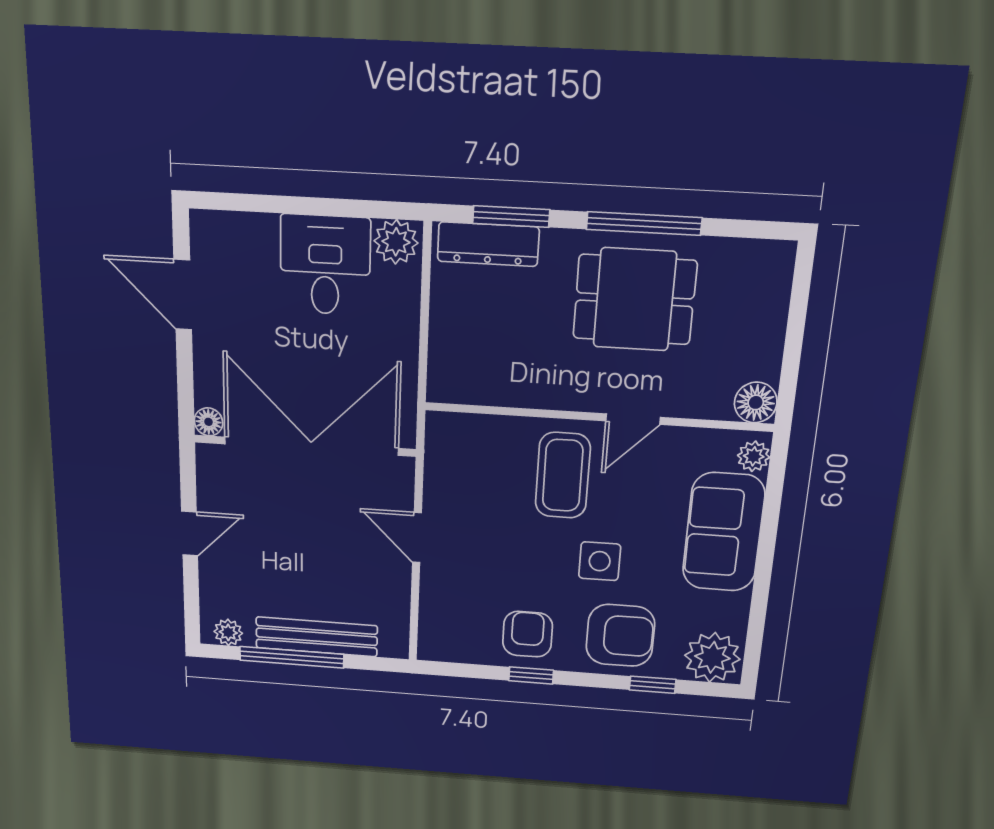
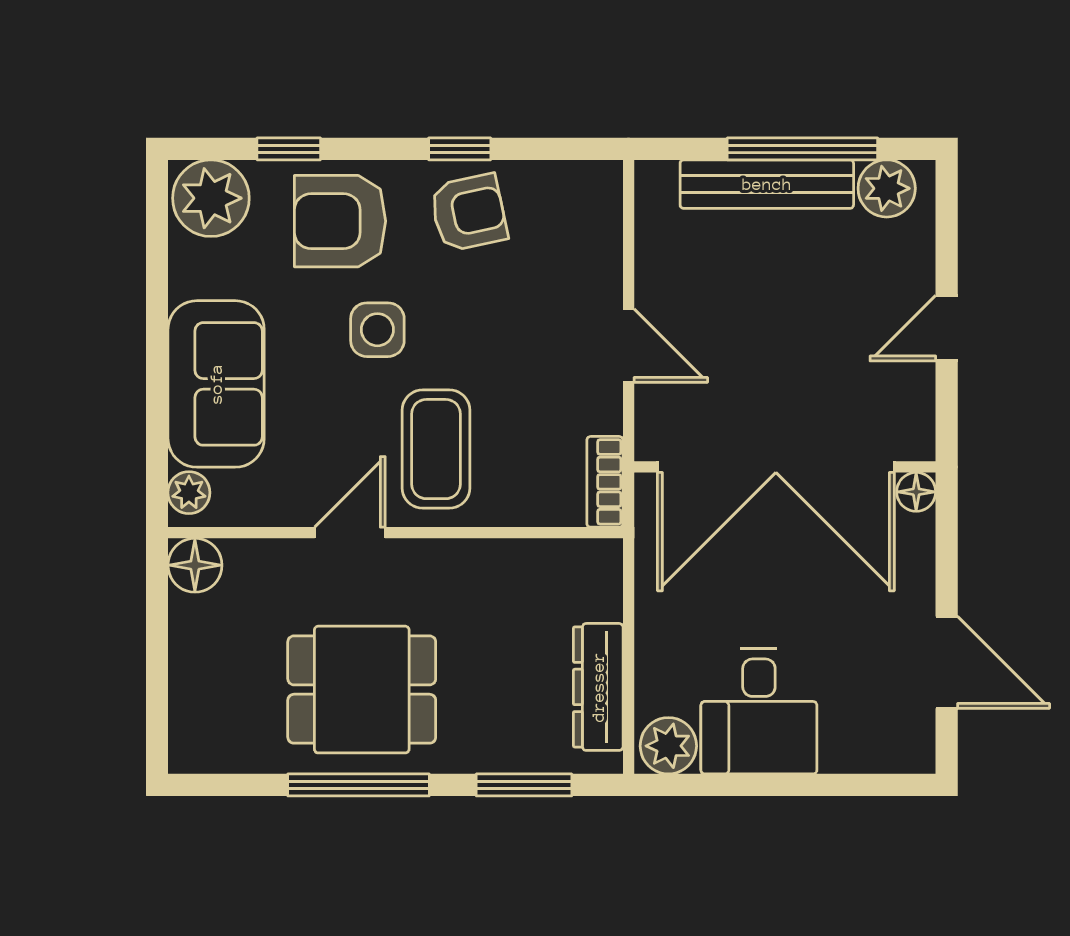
dresser: (488, 244) -> (598, 687), moved, turned -90
bookcase: (438, 444) -> (605, 482), added
plant: (228, 632) -> (887, 188), width x1.38, depth x1.38
armchair: (528, 634) -> (469, 213), turned -102

